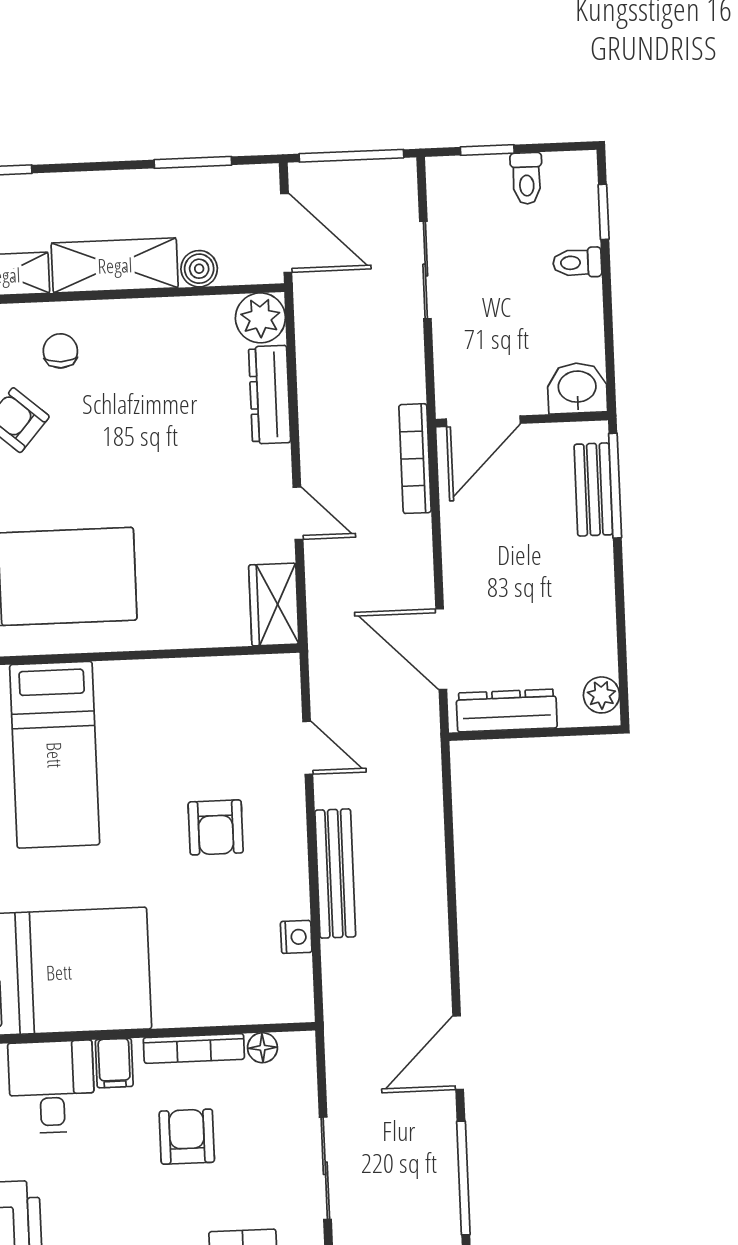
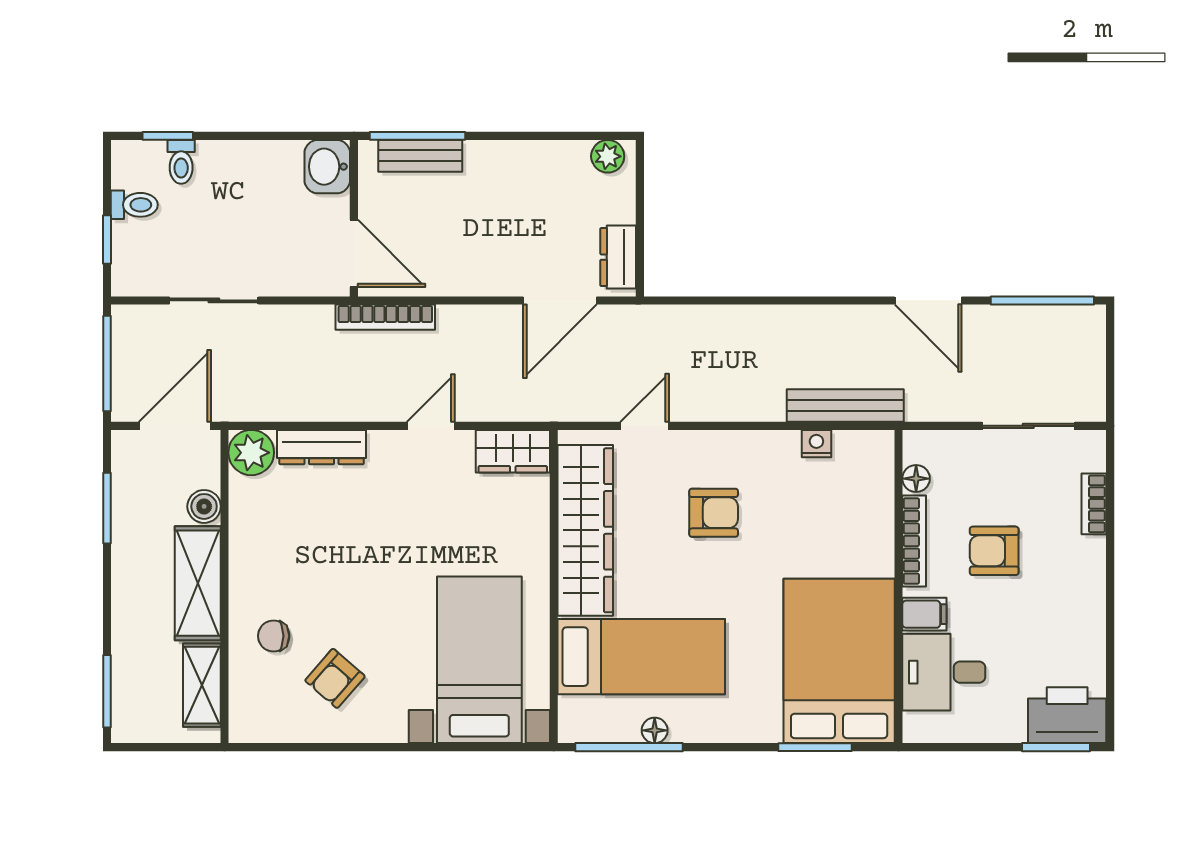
toilet: (577, 263) -> (181, 162), moved
wardrobe: (190, 688) -> (585, 530), added
dresser: (507, 710) -> (618, 257), width x0.70
bench: (335, 874) -> (845, 406), moved

